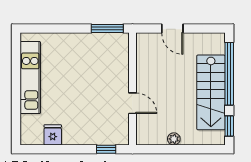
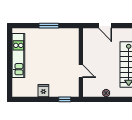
window: (107, 29) -> (49, 26), moved
fridge: (53, 135) -> (43, 91), moved

